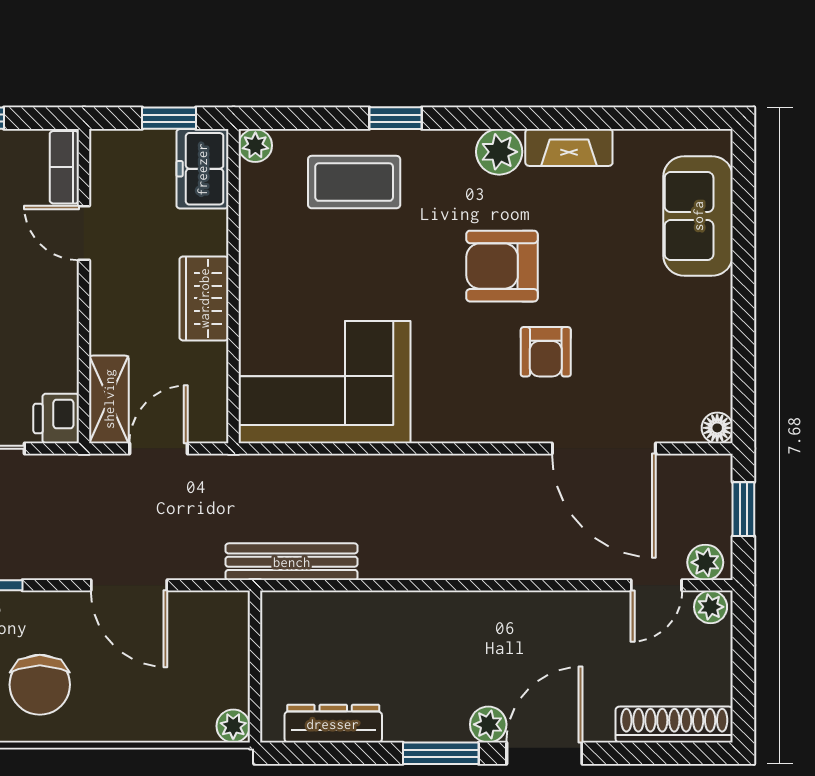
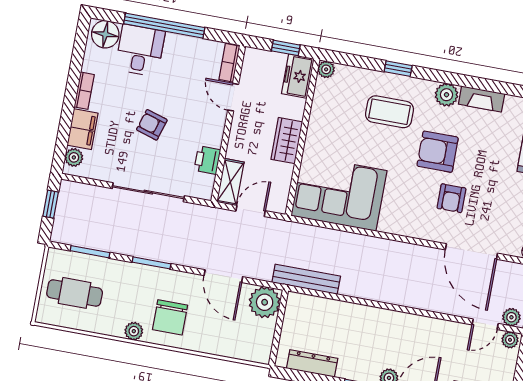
coffee table: (354, 182) -> (390, 112), moved
printer: (56, 418) -> (207, 160), moved
plant: (233, 726) -> (265, 302), moved, width x1.88, depth x1.88

